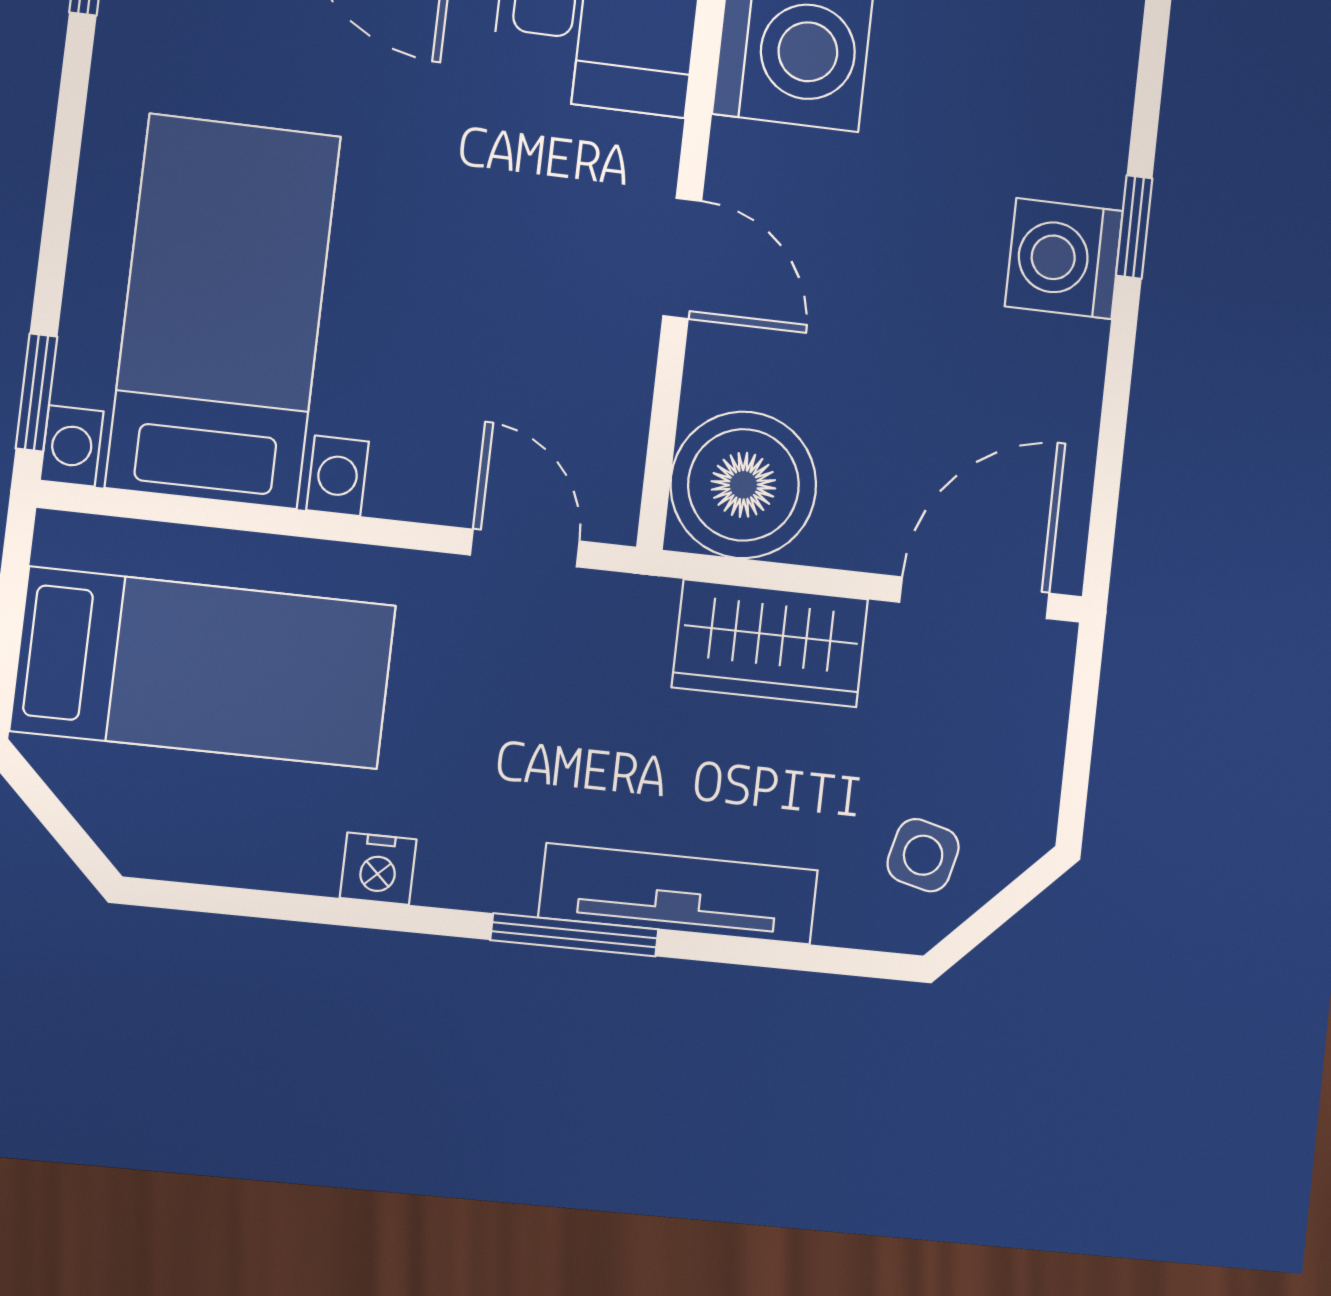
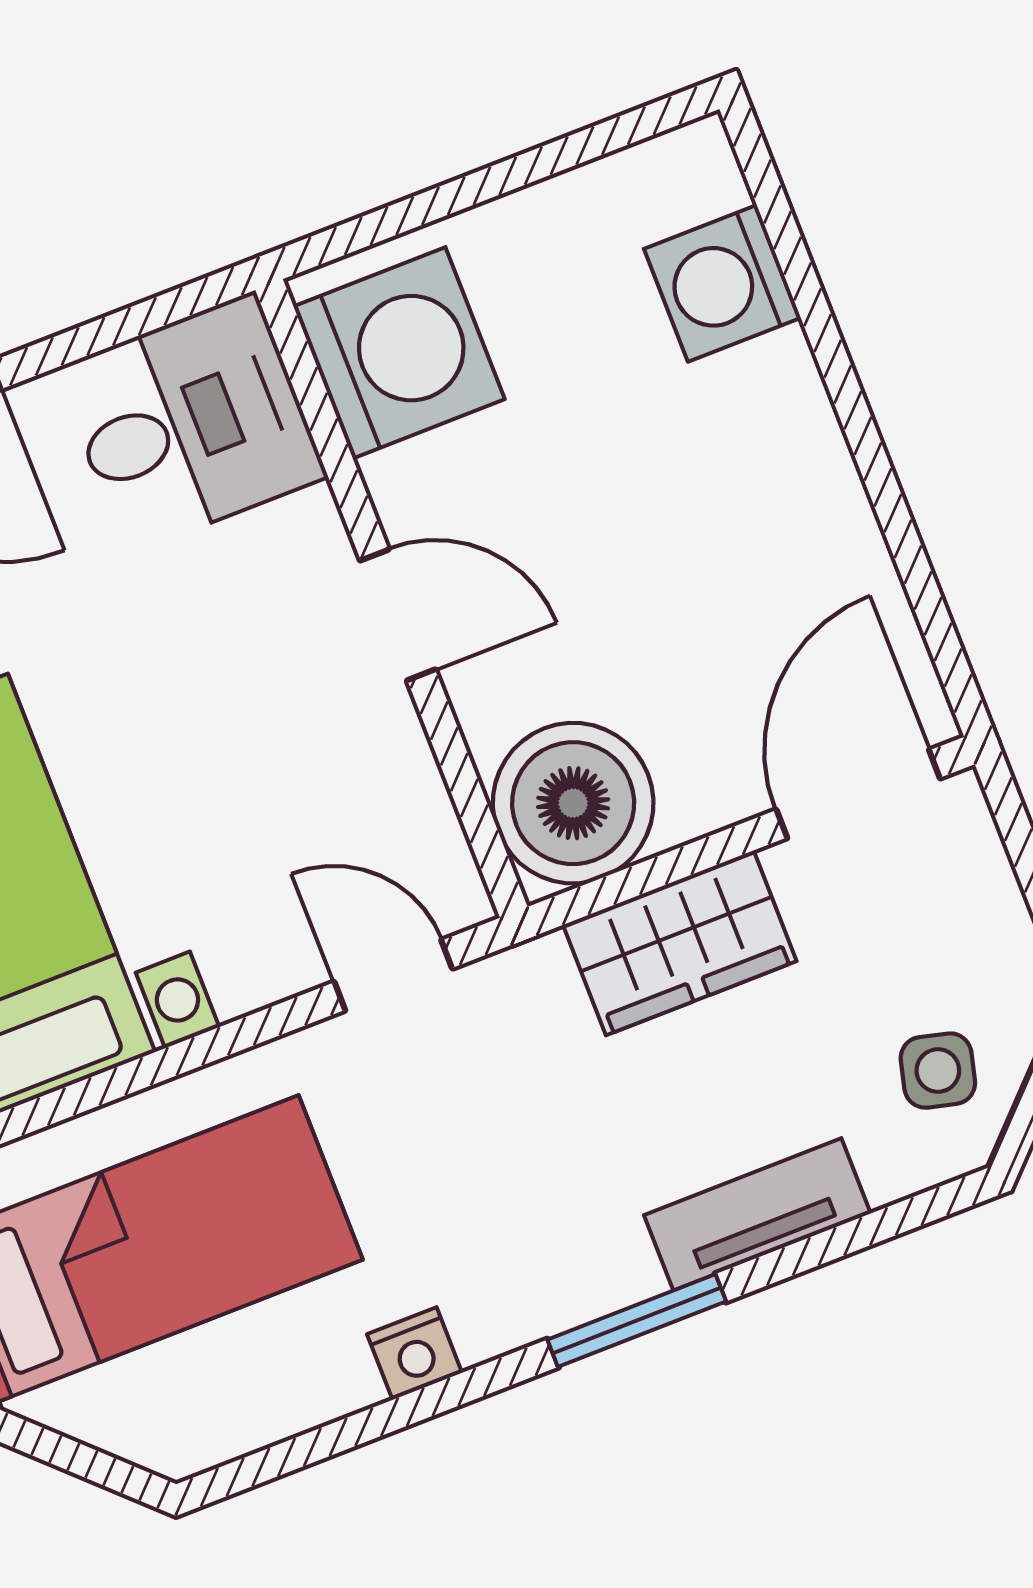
window: (1134, 227) -> (827, 345), removed
washing machine: (1064, 259) -> (722, 283), moved
tv unit: (678, 894) -> (757, 1214), width x0.71

